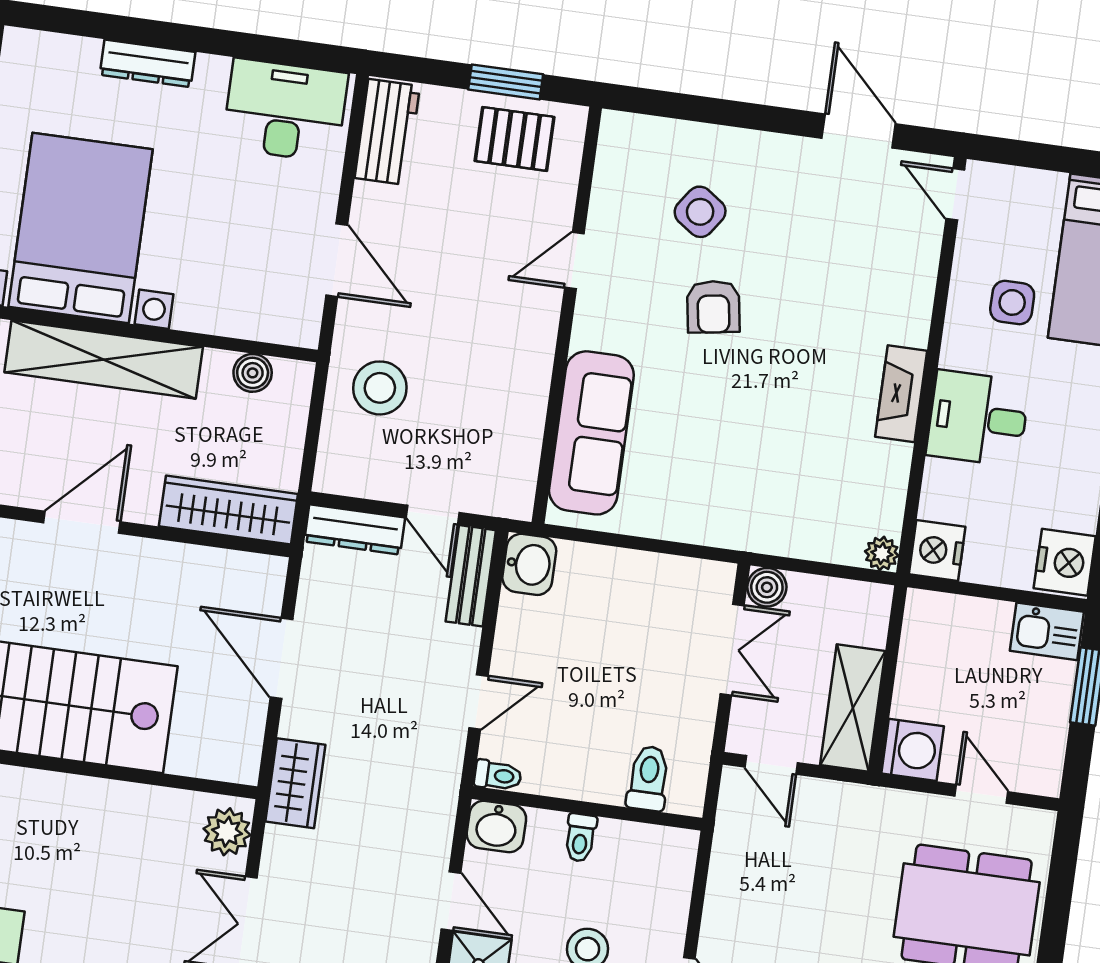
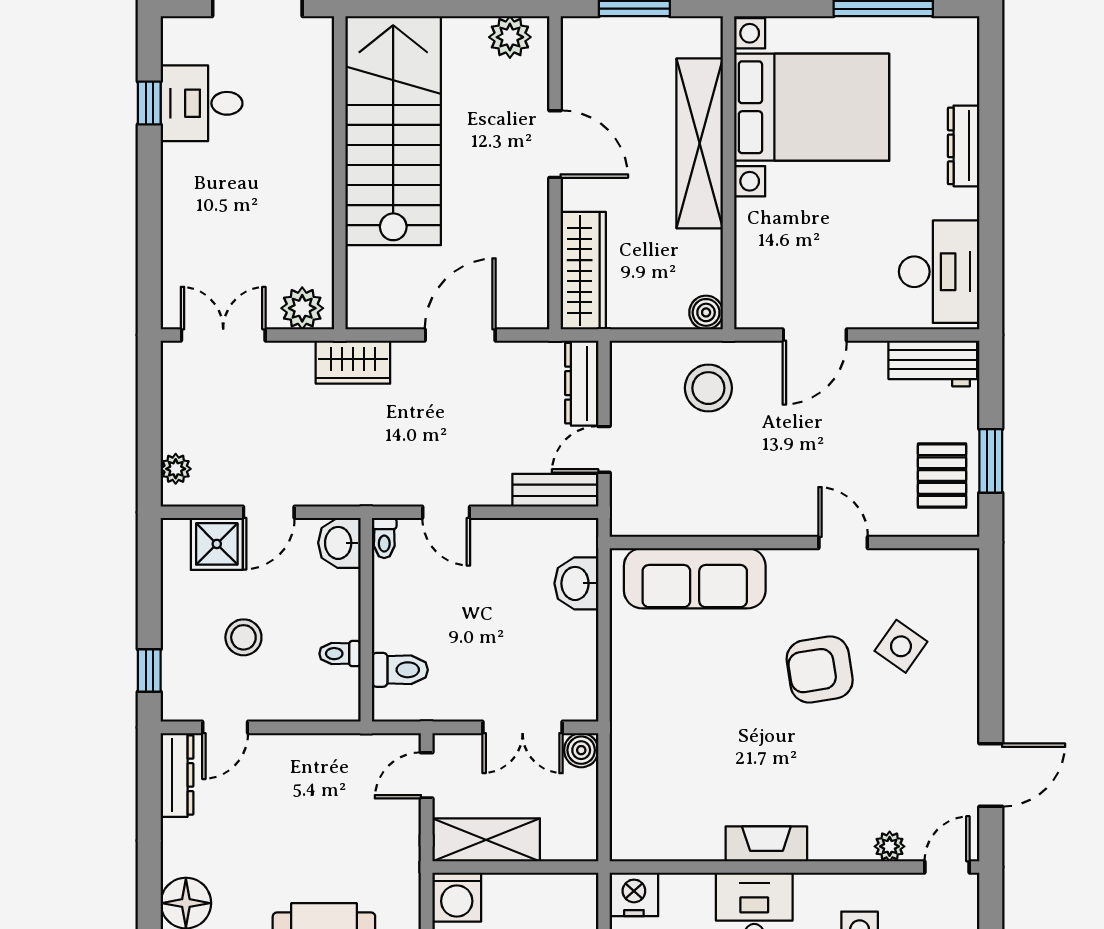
armchair: (713, 307) -> (820, 669), width x1.38, depth x1.38
boiler: (253, 373) -> (706, 312), moved
plant: (882, 553) -> (890, 846), moved
washbasin: (529, 564) -> (576, 583), moved, turned 90
toilet: (580, 838) -> (340, 654), moved

